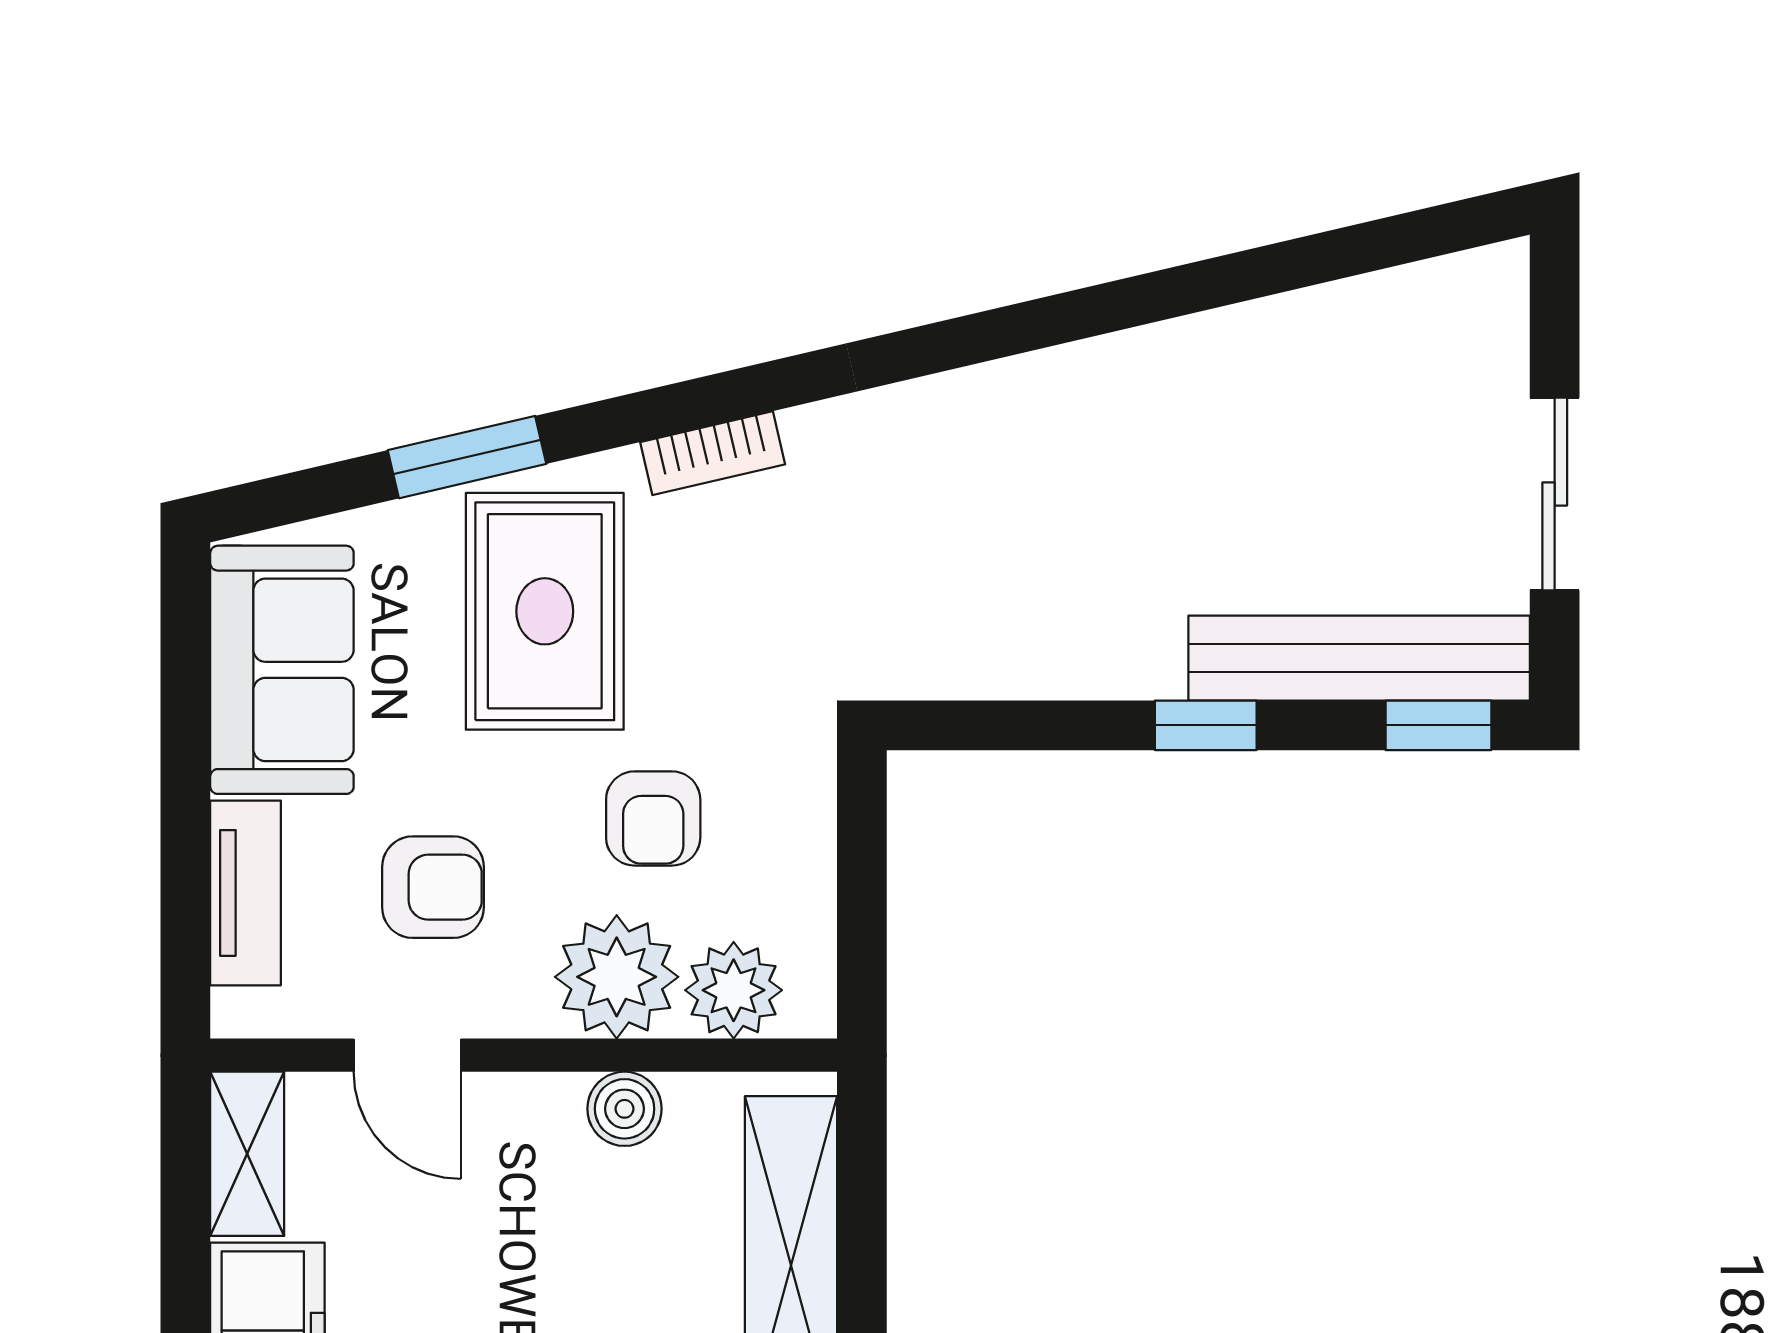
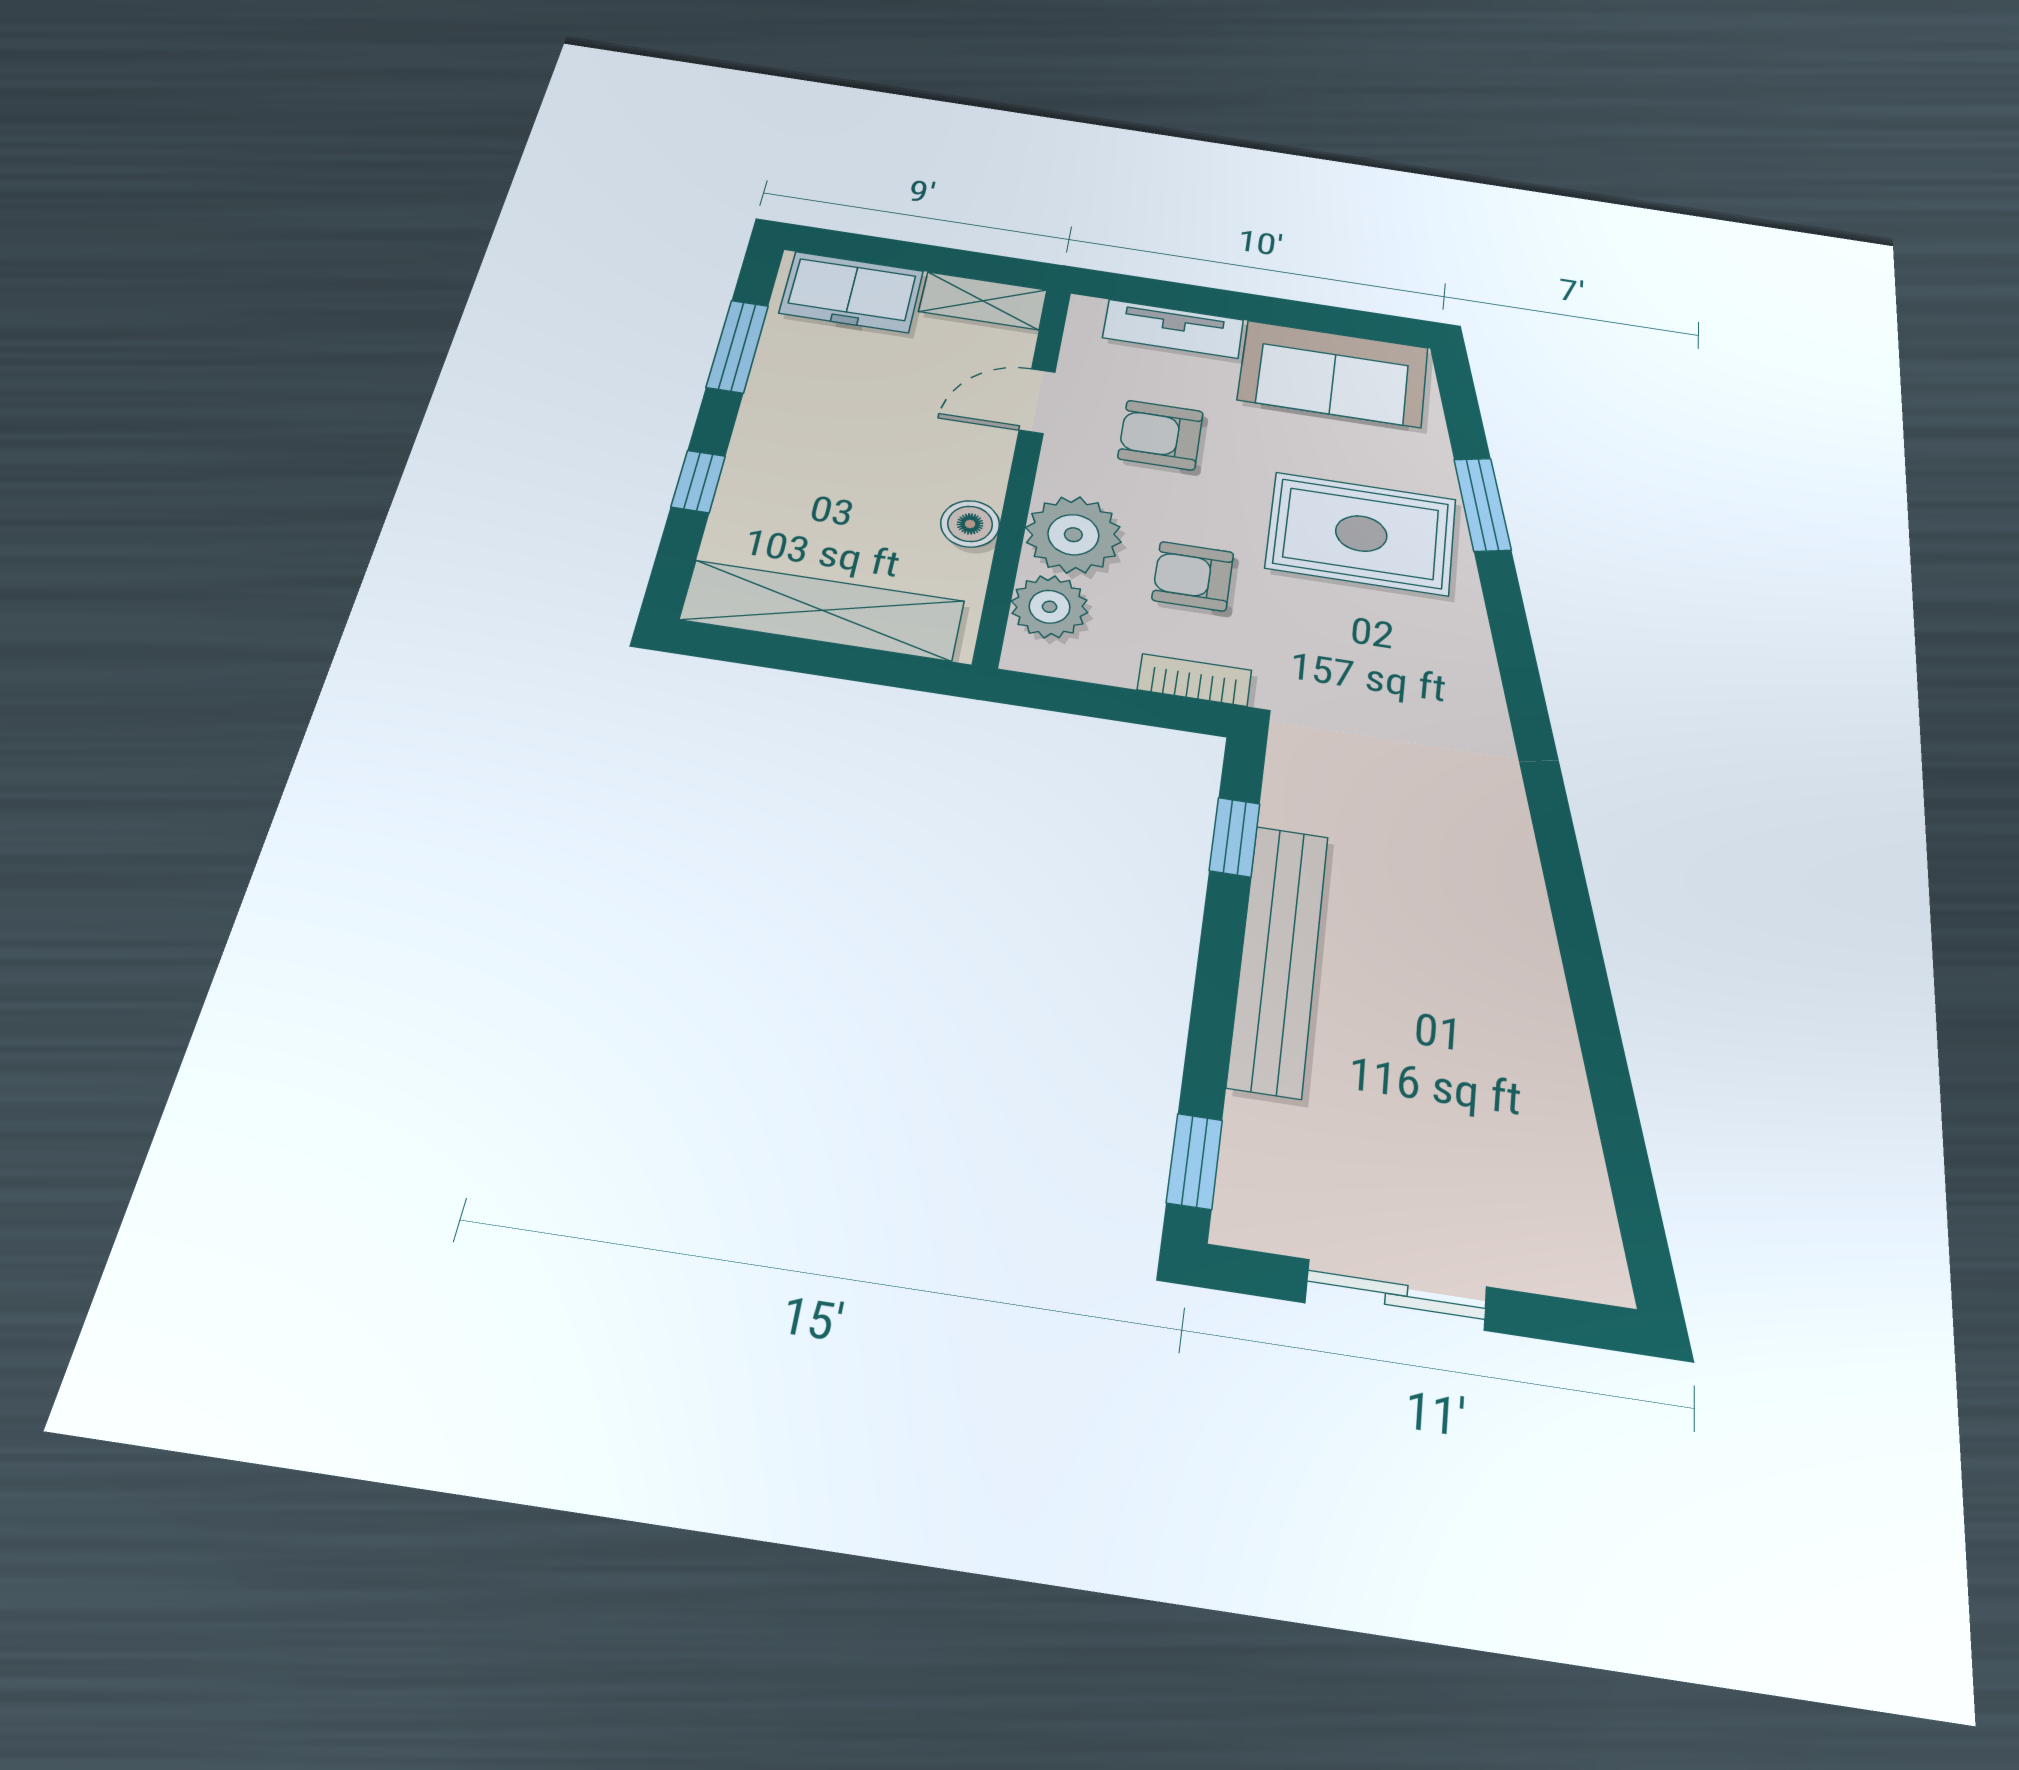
bookcase: (713, 453) -> (1195, 680), moved, turned 103
bench: (1359, 658) -> (1278, 959), moved
window: (1206, 725) -> (1235, 837), moved
armchair: (433, 887) -> (1161, 435), turned 90

